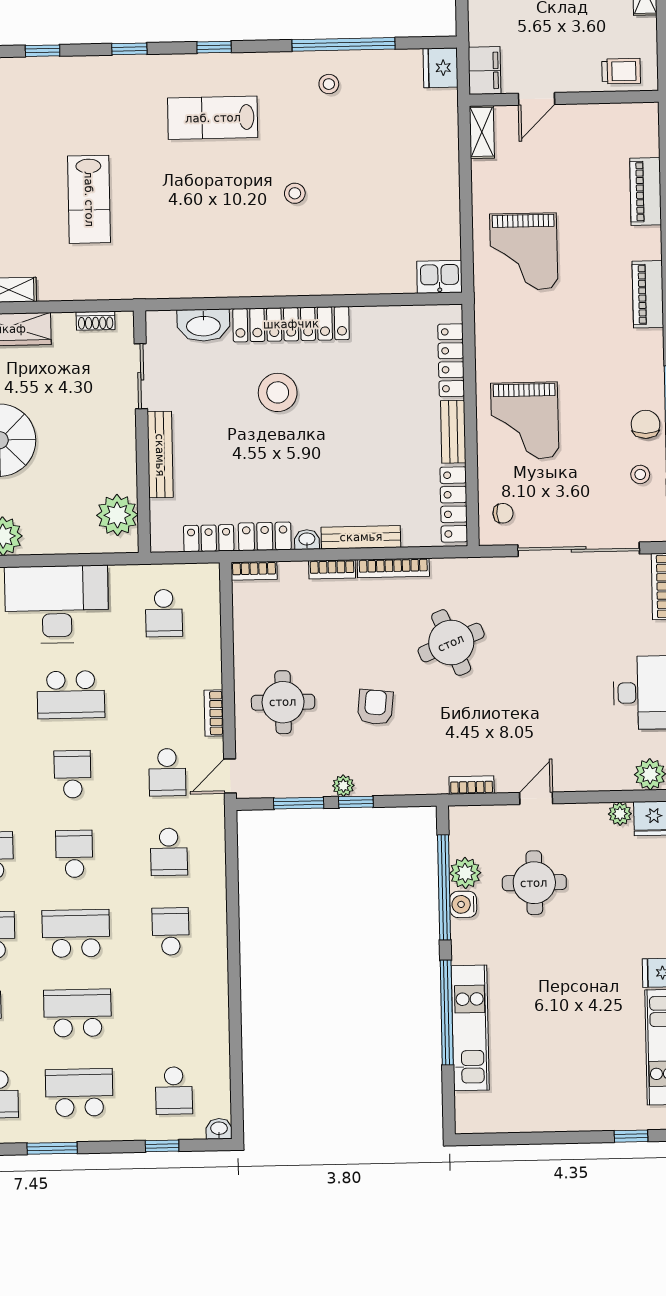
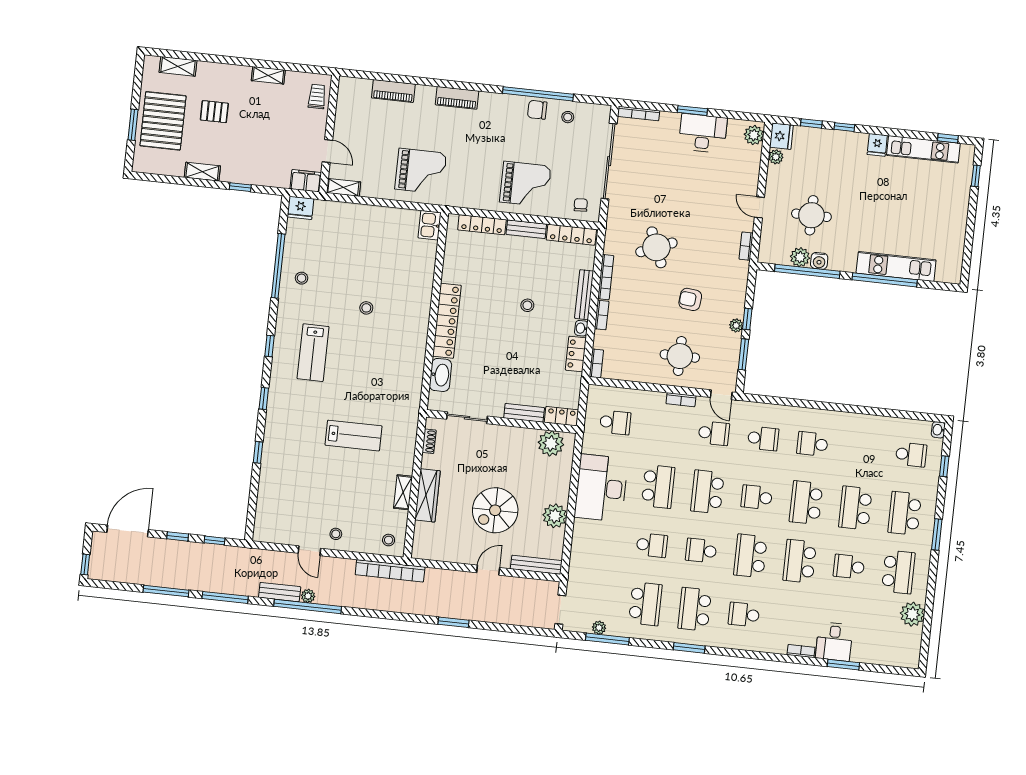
stool: (278, 392) -> (527, 305), moved, width x0.53, depth x0.53
bench: (160, 455) -> (524, 413), width x0.73
locker: (209, 538) -> (561, 416), moved, turned 90
school desk: (73, 774) -> (707, 492), width x1.85

